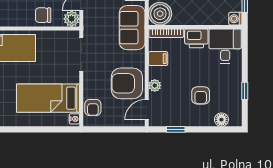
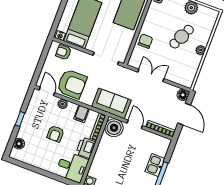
plant: (72, 19) -> (135, 61), removed
armchair: (127, 83) -> (72, 84), turned 90
window: (245, 91) -> (34, 169), removed
armchair: (201, 95) -> (55, 134), moved, turned -90
window: (176, 129) -> (20, 119), moved

